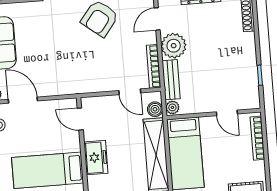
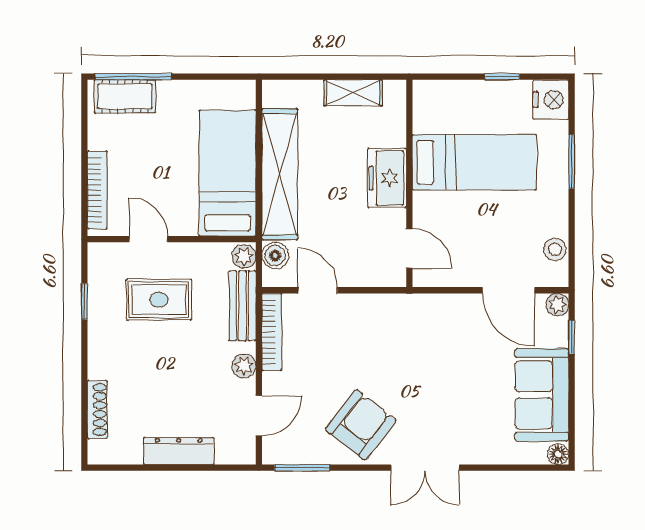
plant: (174, 46) -> (244, 366), width x0.53, depth x0.53
rug: (218, 79) -> (159, 300), added

